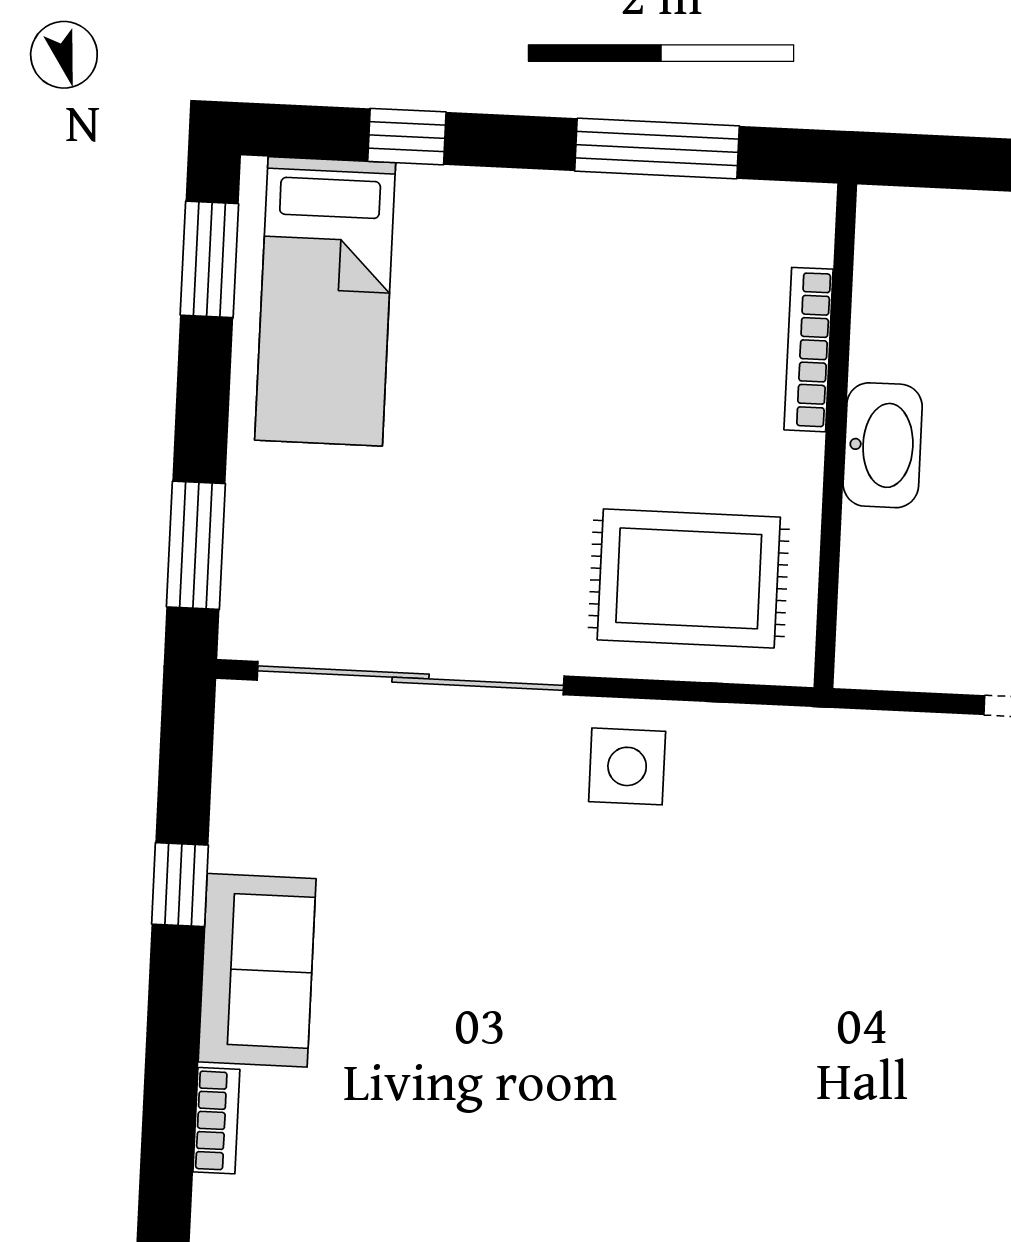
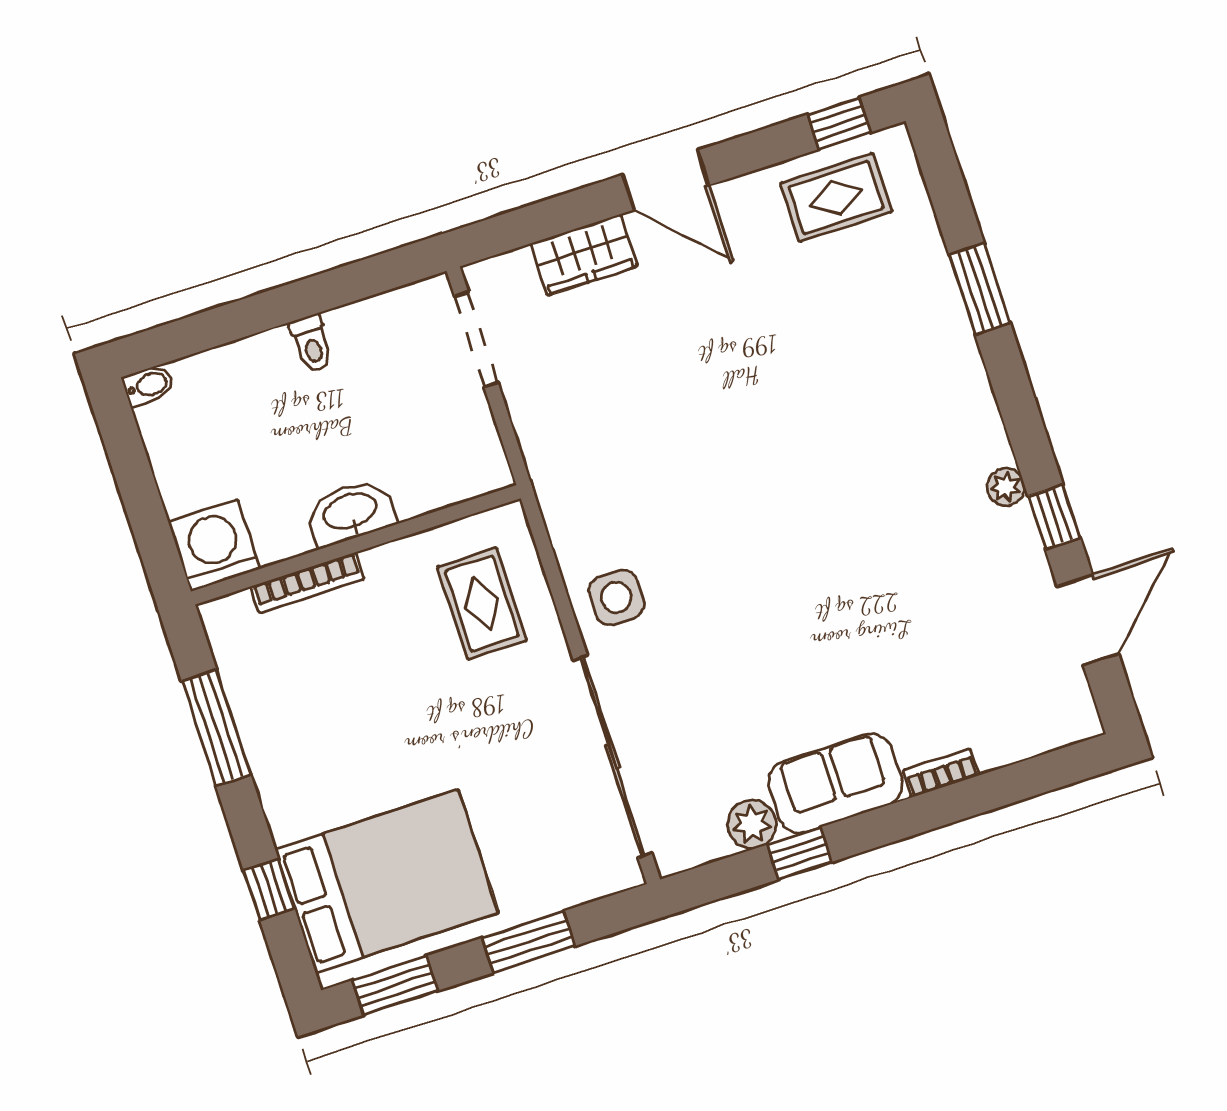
washing machine: (909, 241) -> (214, 545), added
bed: (325, 301) -> (387, 881), width x1.50
window: (196, 545) -> (528, 942), moved
rug: (689, 578) -> (482, 604), width x0.73, depth x0.70
plant: (245, 834) -> (752, 824), added

